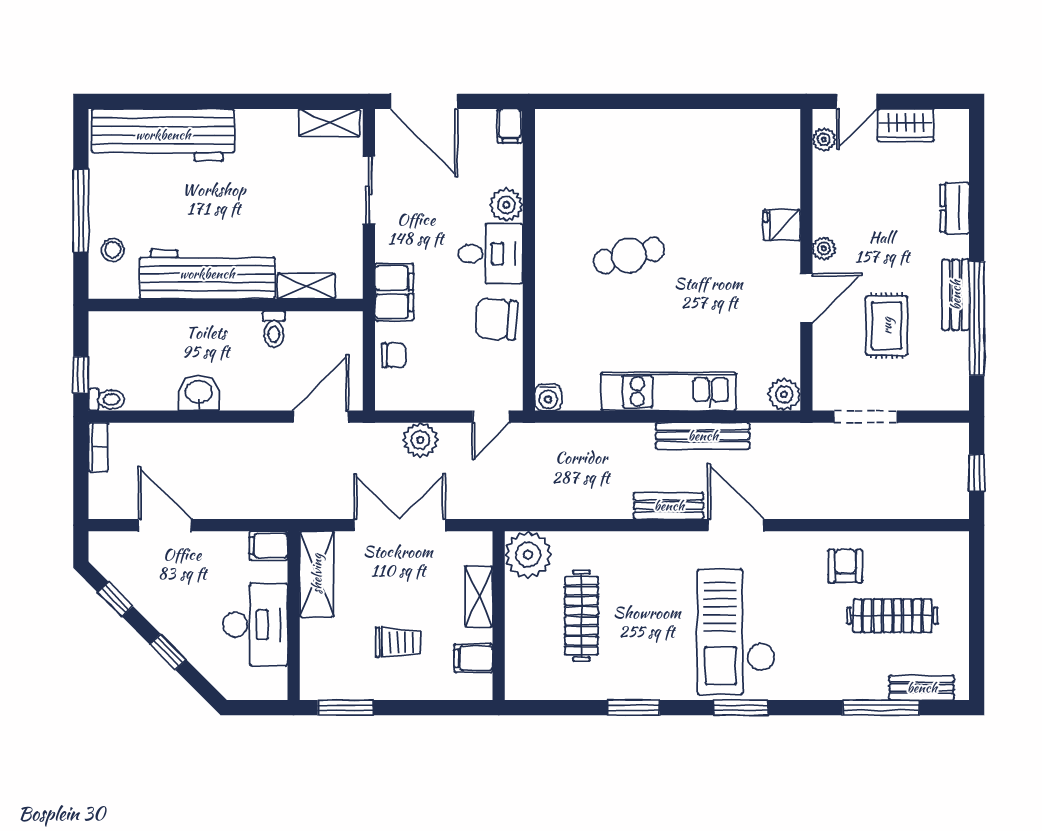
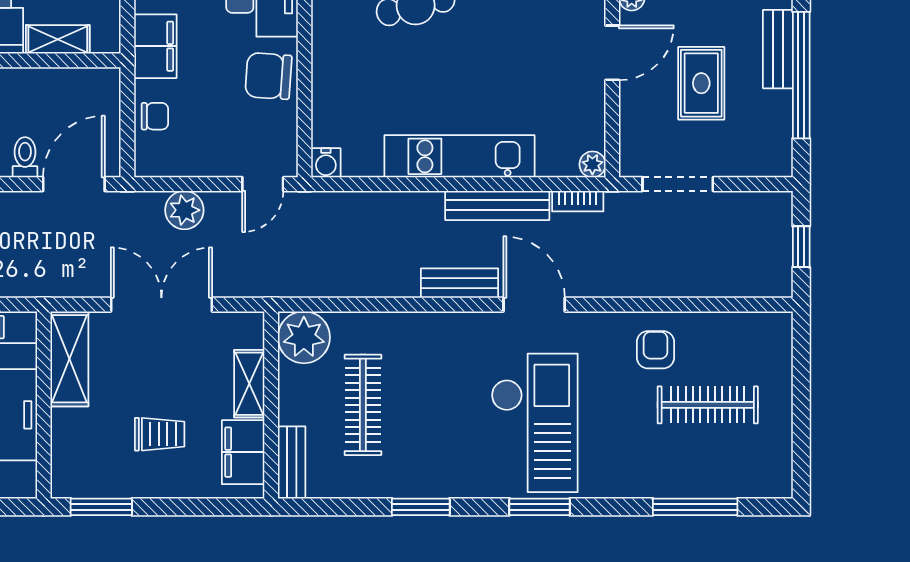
toilet: (274, 329) -> (25, 157), moved, turned 180
plant: (784, 394) -> (592, 164), width x0.73, depth x0.73
bookcase: (775, 432) -> (578, 201), added
checkout: (736, 632) -> (534, 423), turned 180
filing cabinet: (473, 658) -> (243, 452), width x2.00
bench: (922, 688) -> (292, 462), moved, turned 90

